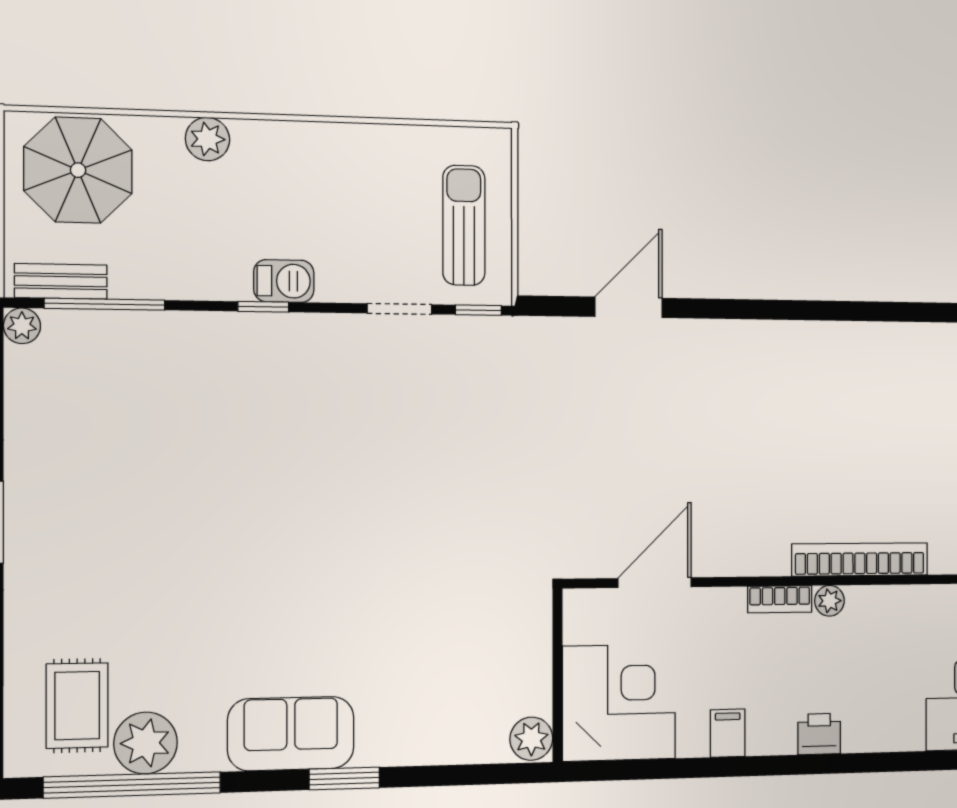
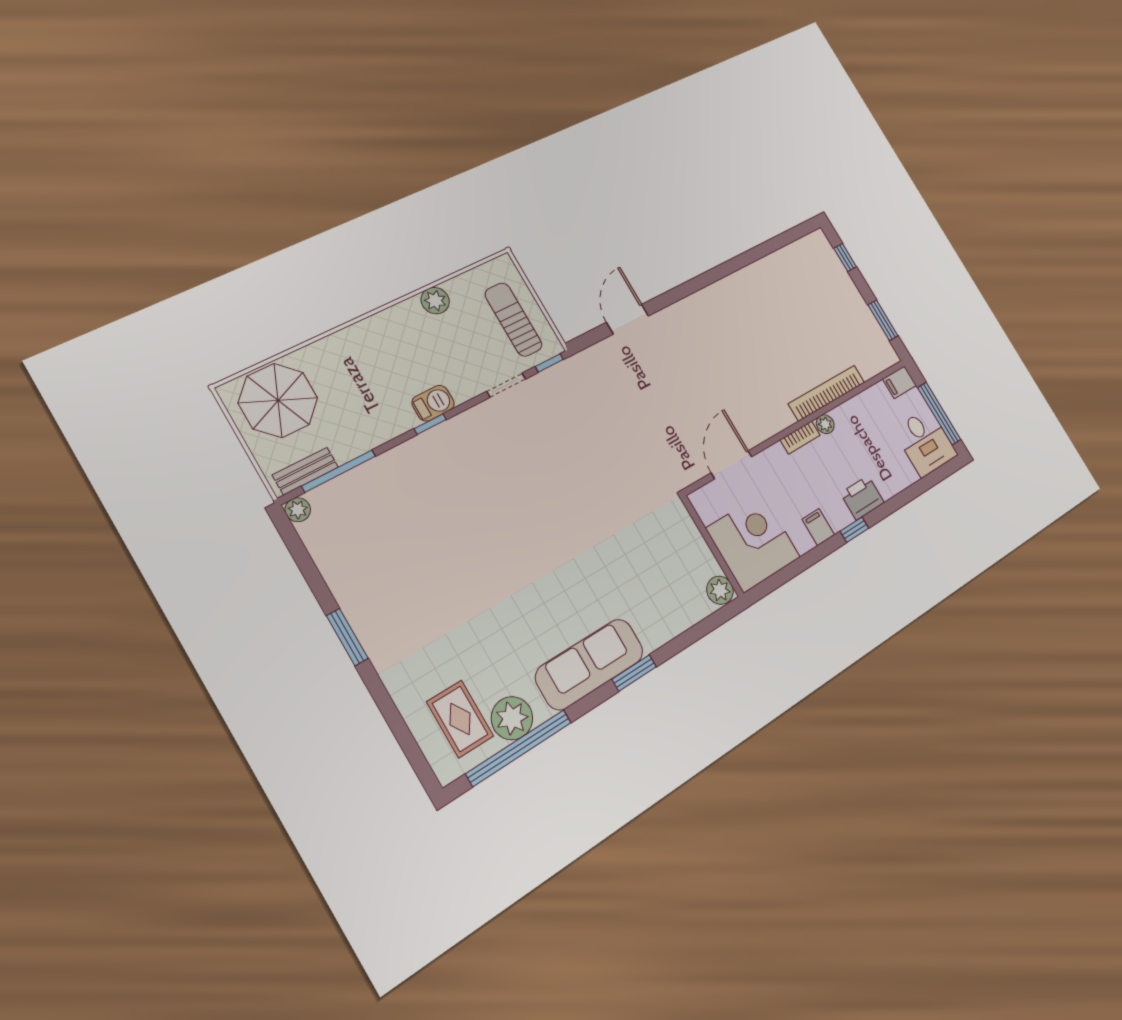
plant: (207, 139) -> (435, 301), moved
sofa: (291, 734) -> (590, 664), width x1.36
printer: (819, 734) -> (862, 498), width x1.36, depth x1.24
window: (779, 765) -> (854, 530), added

